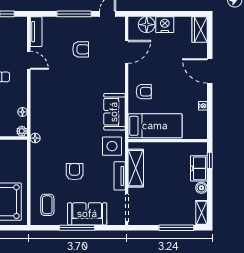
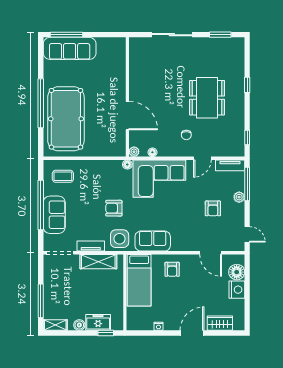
window: (74, 14) -> (247, 184), moved
plant: (69, 22) -> (239, 197), added
wardrobe: (200, 29) -> (220, 323), moved
corner sofa: (50, 105) -> (159, 179), added
armchair: (75, 172) -> (114, 208), moved, turned 180
window: (77, 228) -> (41, 205), width x1.46

